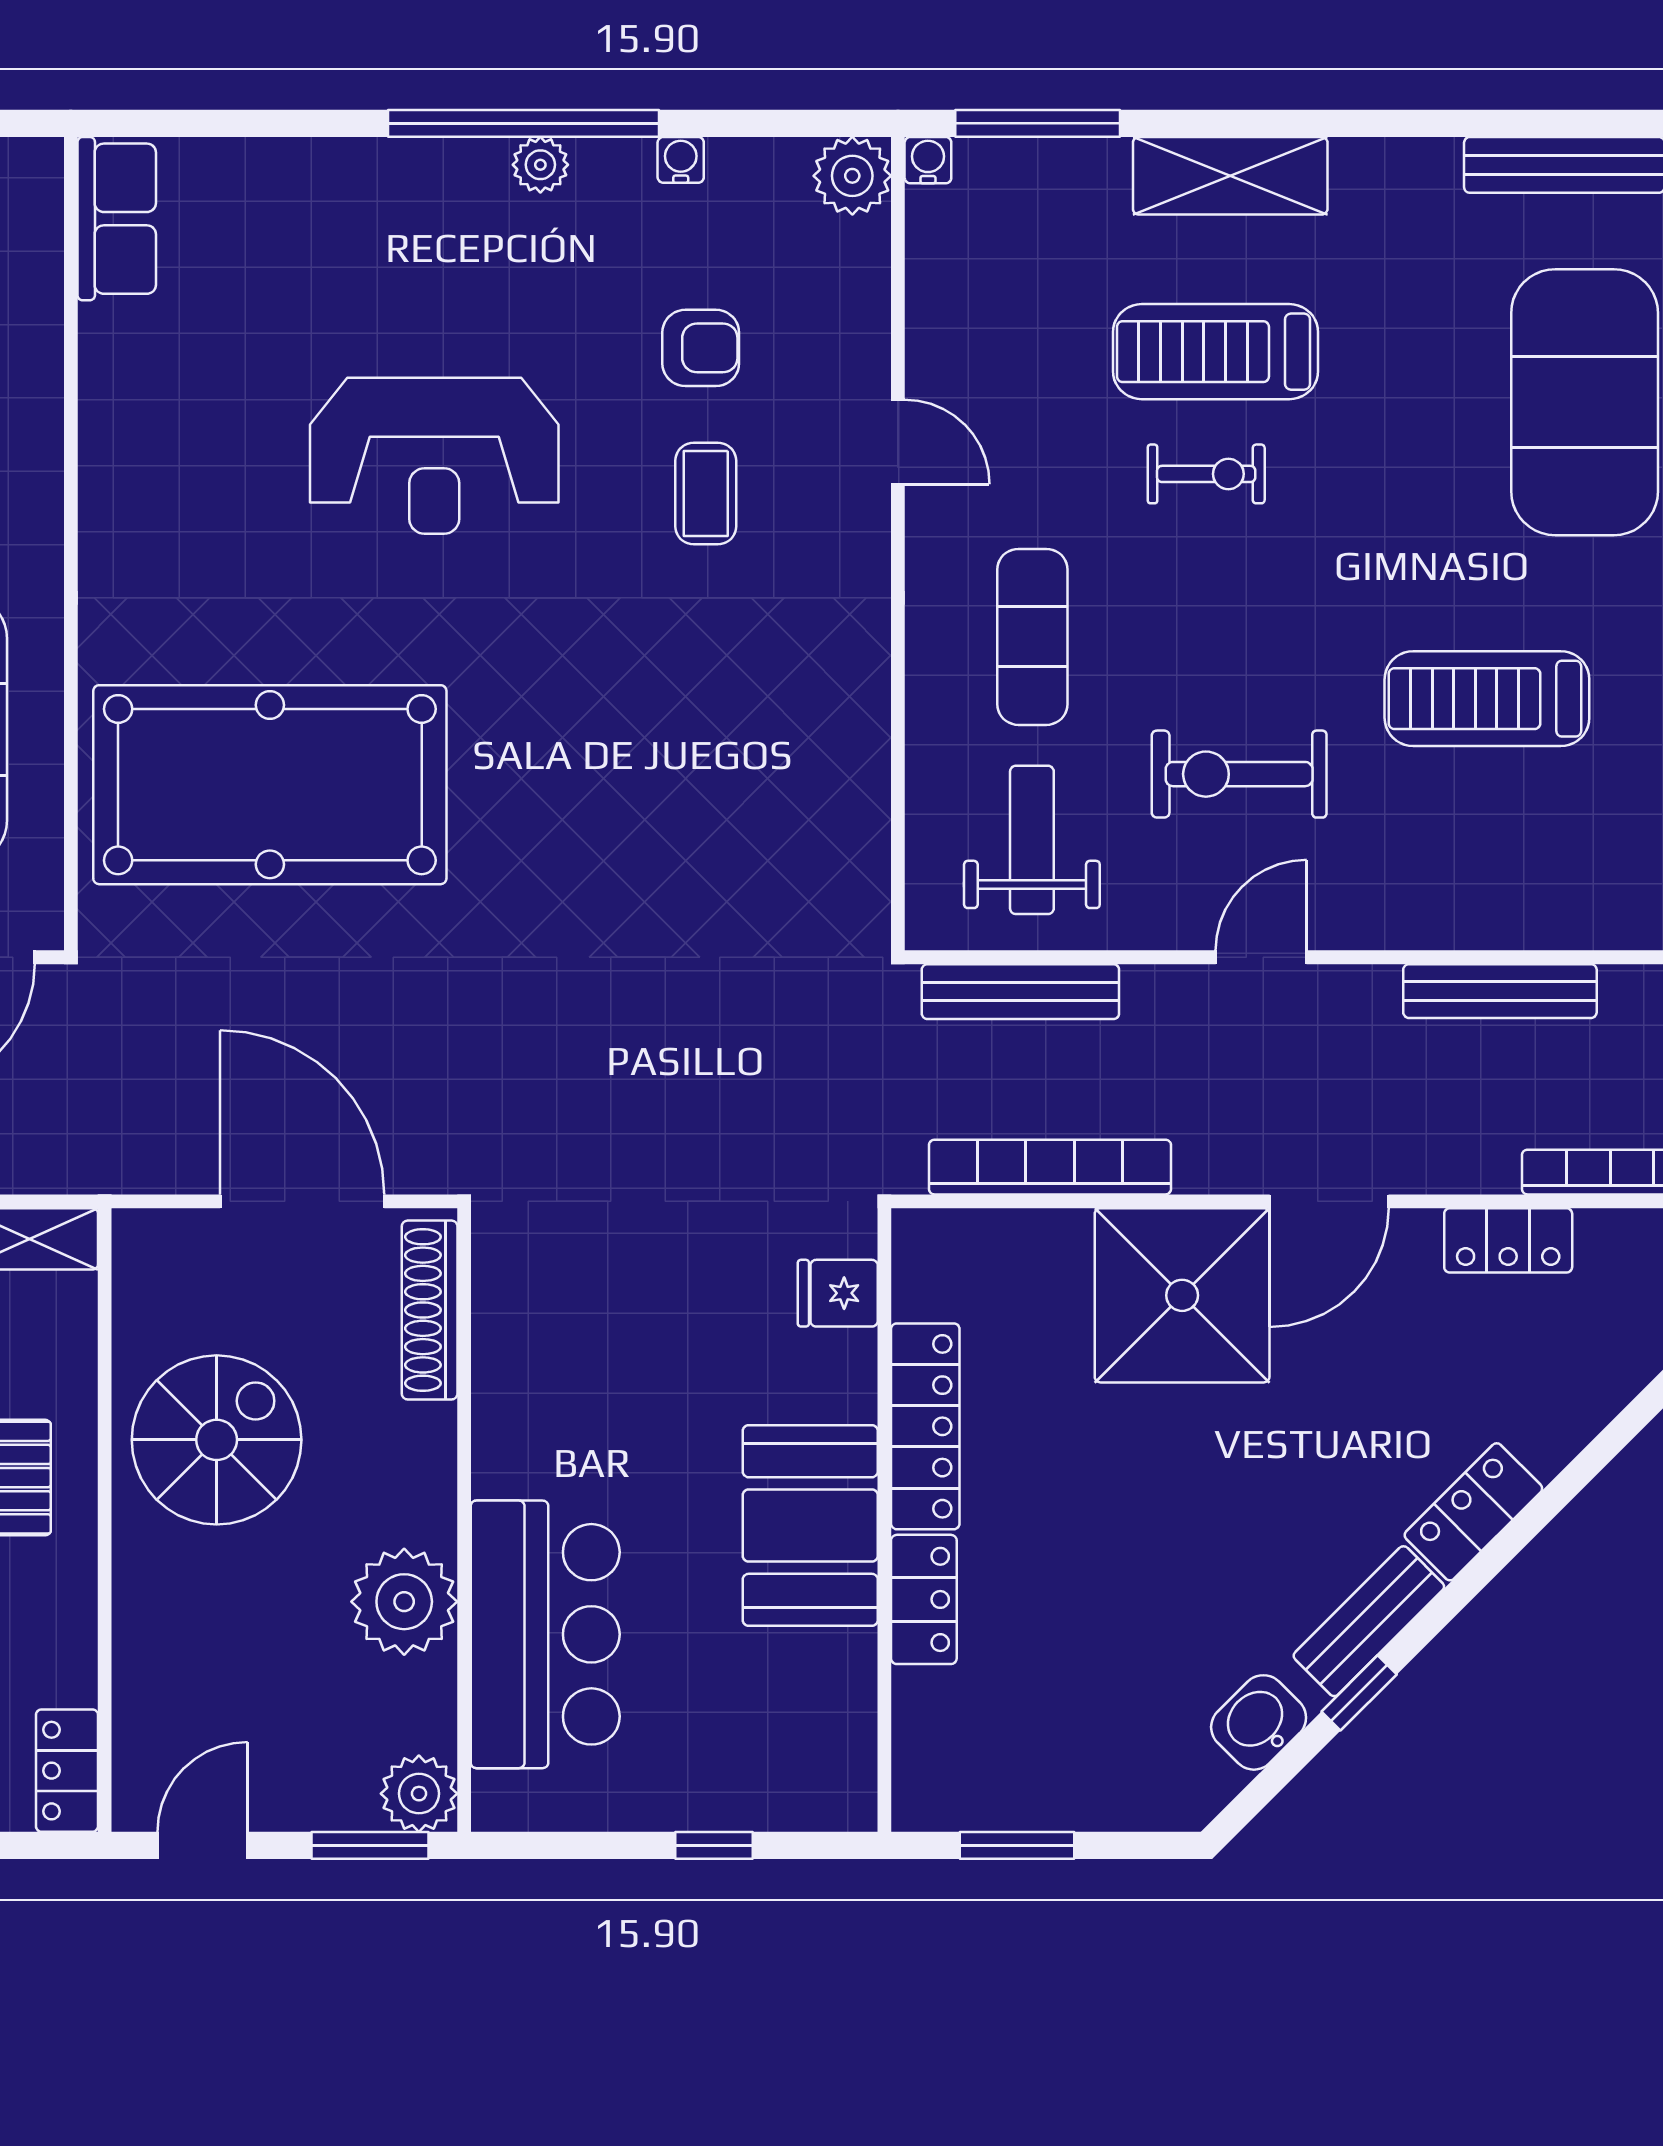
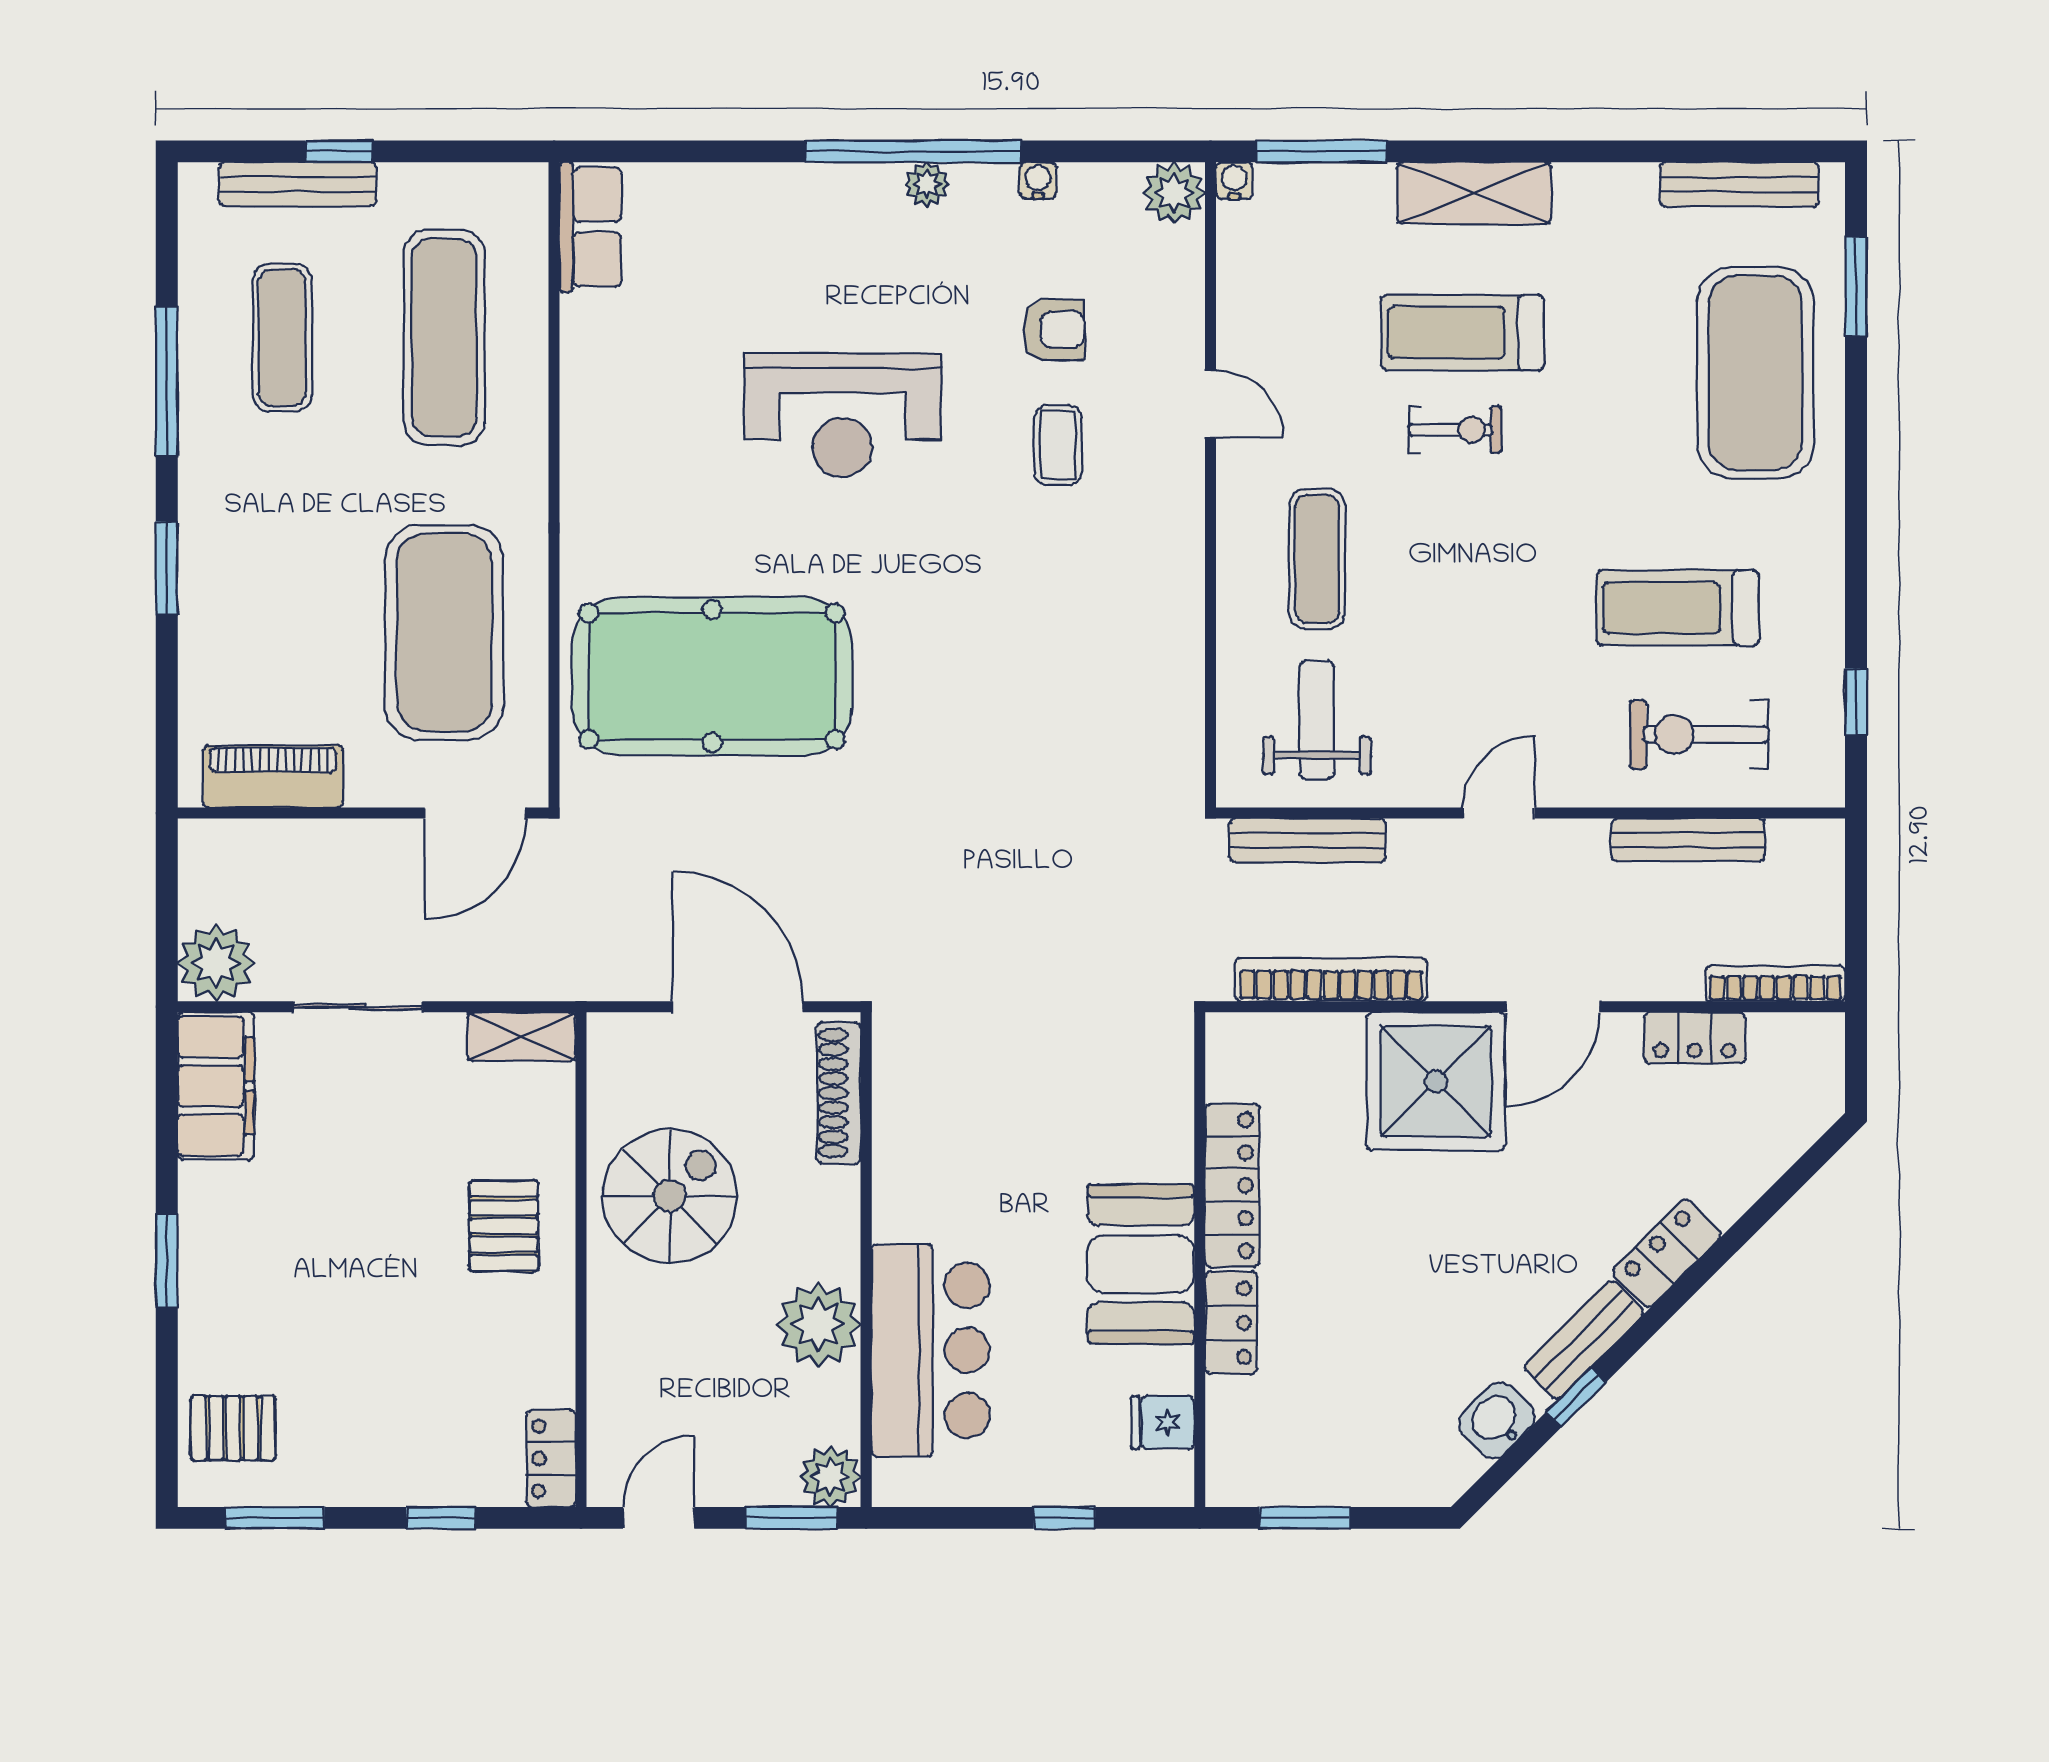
exercise bike: (1239, 774) -> (1699, 734), moved
fridge: (838, 1293) -> (1163, 1422), moved

